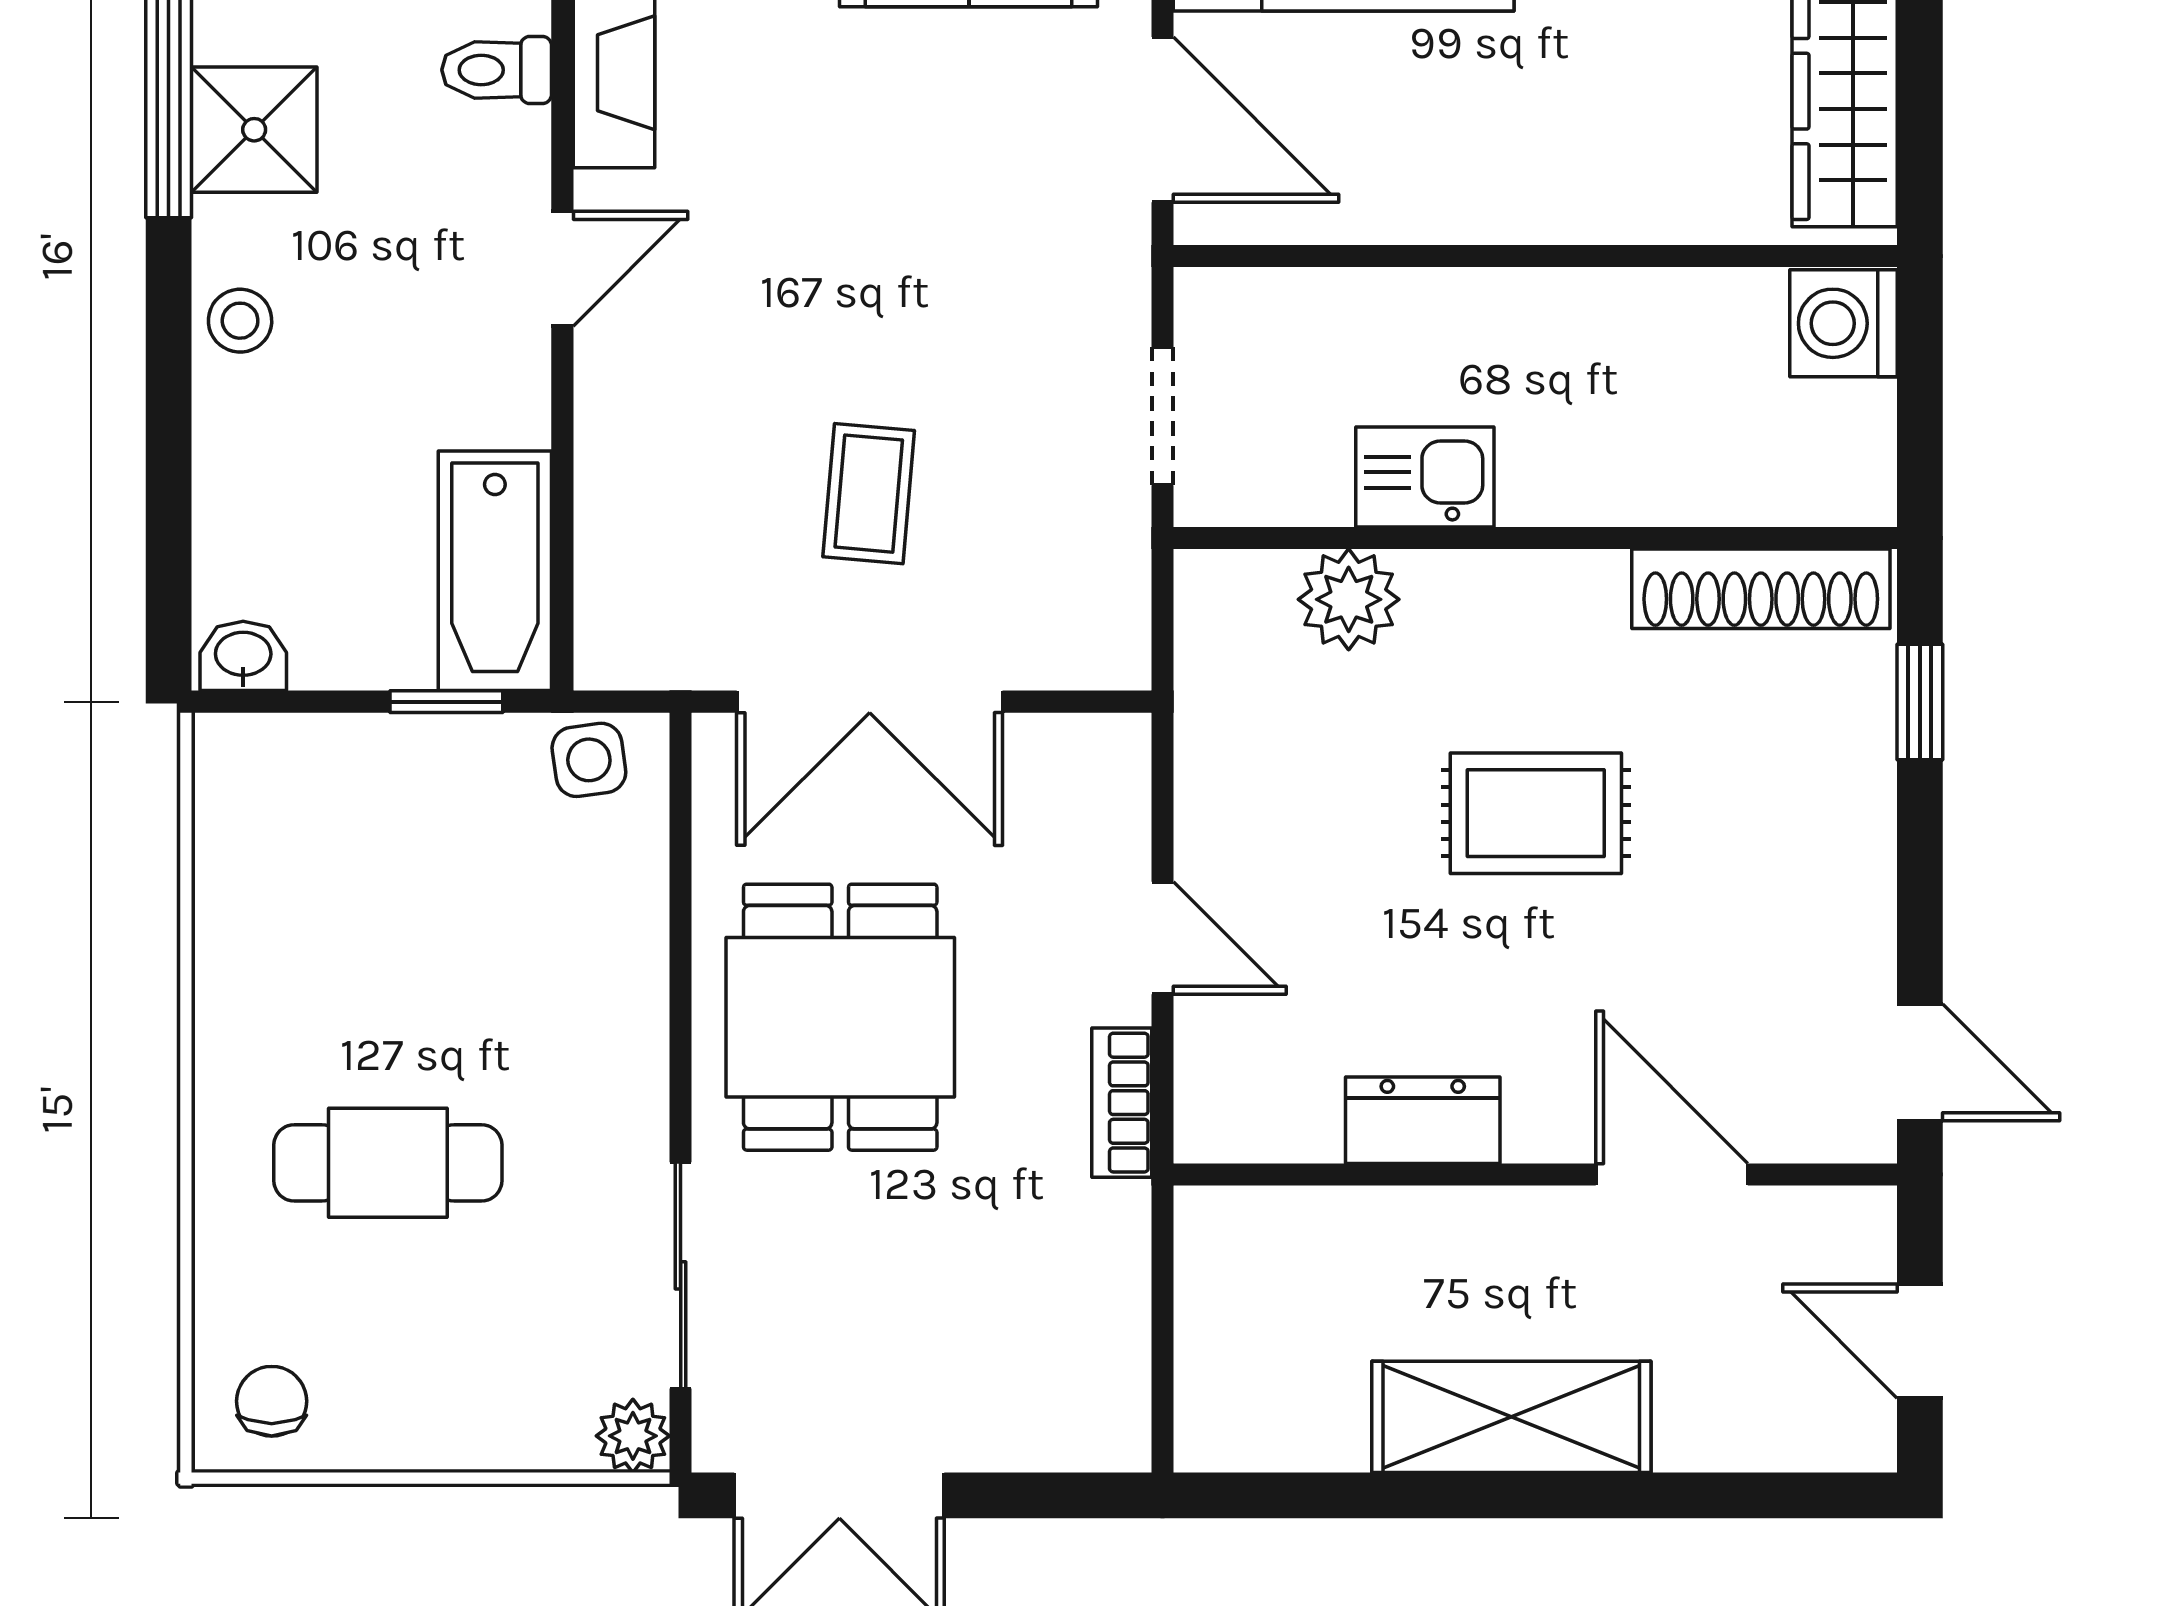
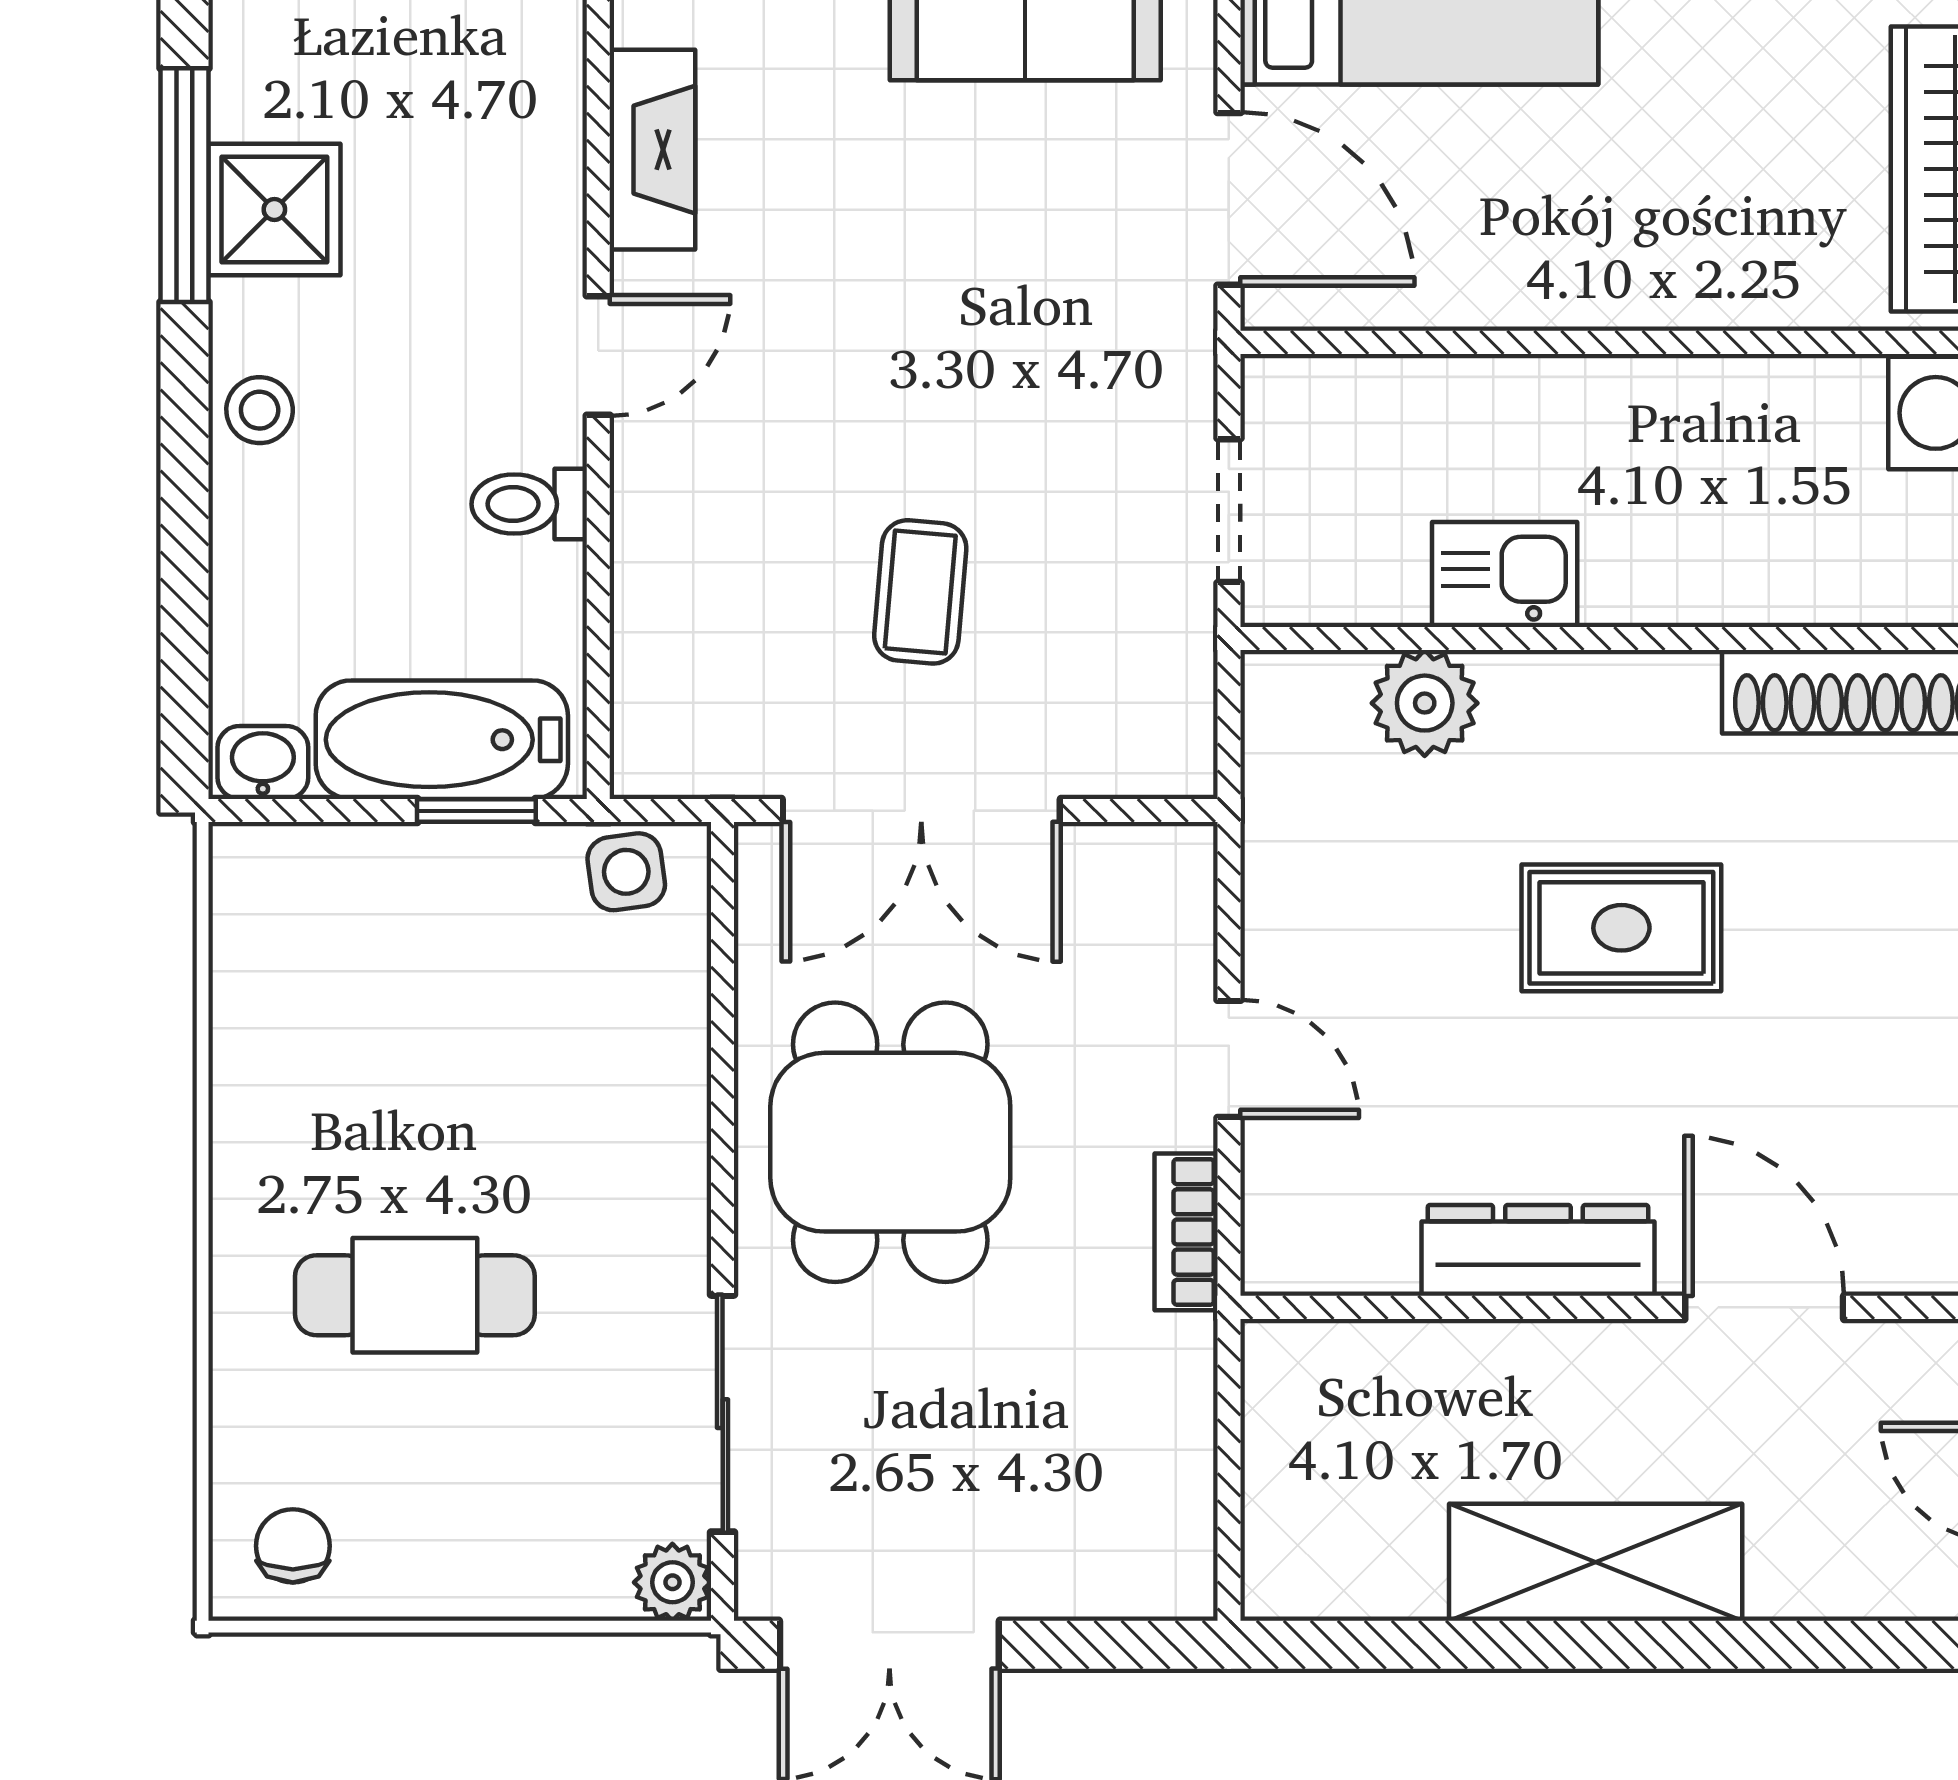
toilet: (497, 70) -> (529, 504), moved
bathtub: (495, 571) -> (442, 740), moved, turned 90
dresser: (1423, 1120) -> (1538, 1250), width x1.44

